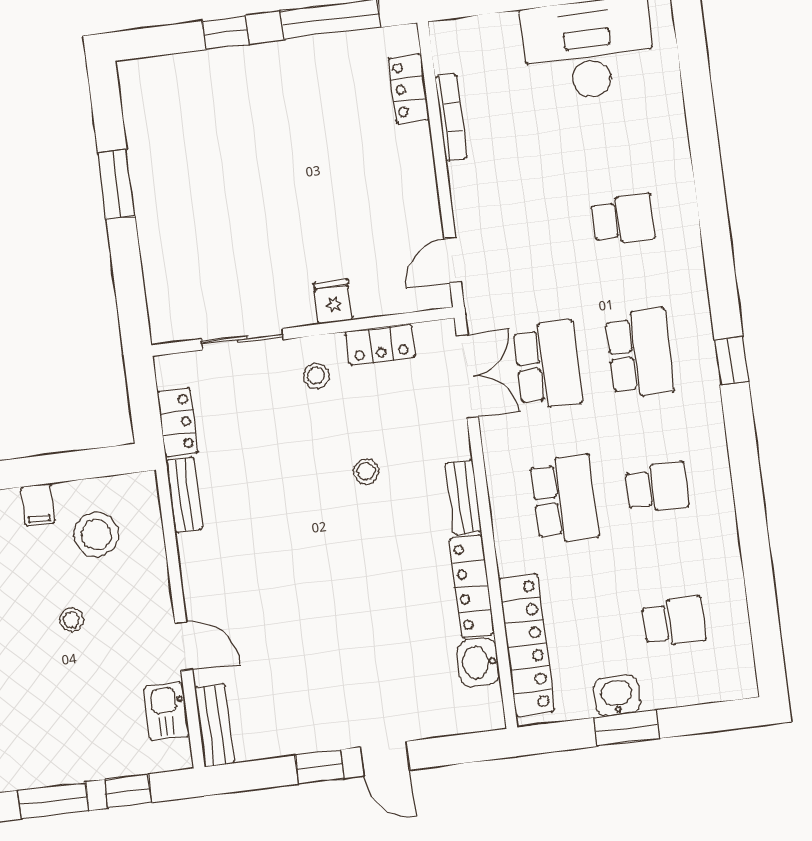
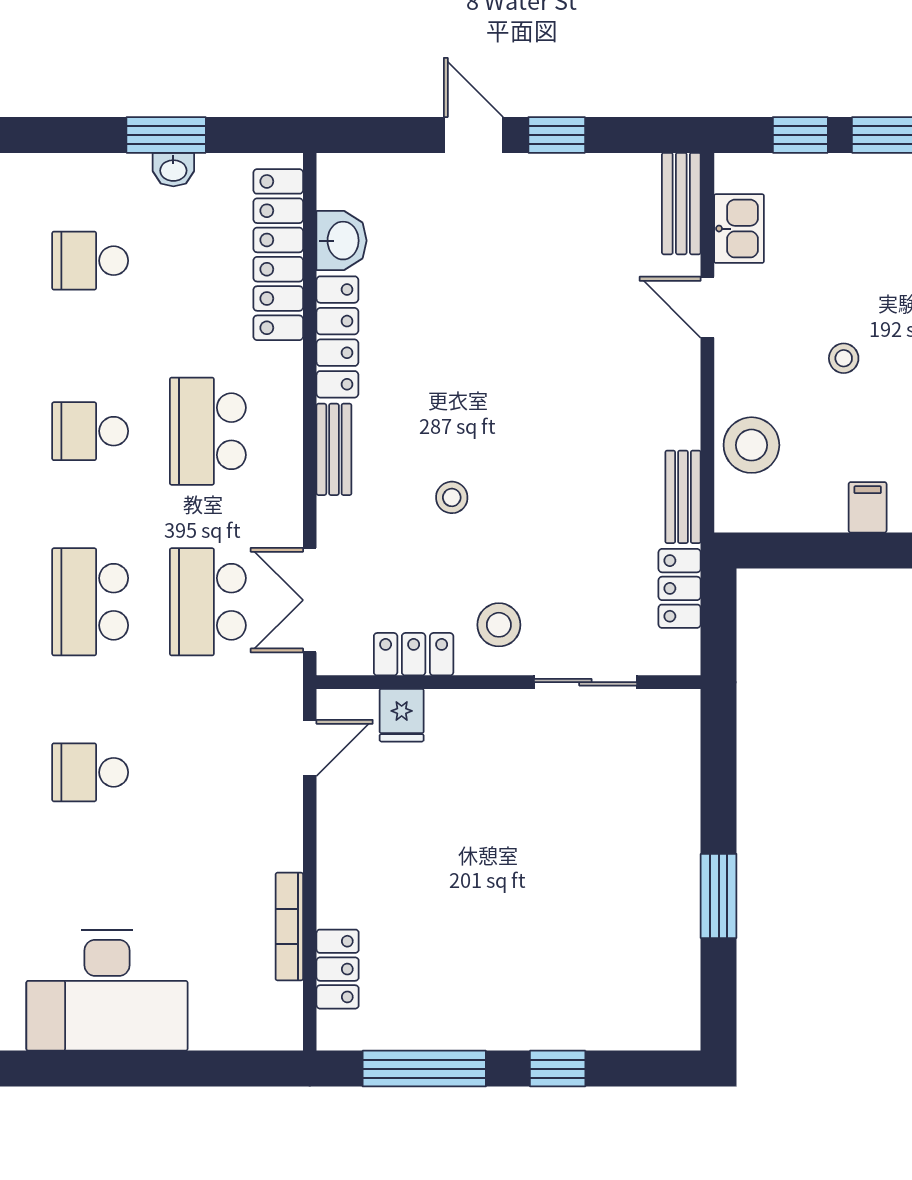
fridge: (333, 301) -> (402, 715), moved
stool: (316, 376) -> (499, 625), width x1.37, depth x1.37
stool: (96, 535) -> (751, 445), moved
washbasin: (617, 696) -> (173, 170), width x0.72, depth x0.69

